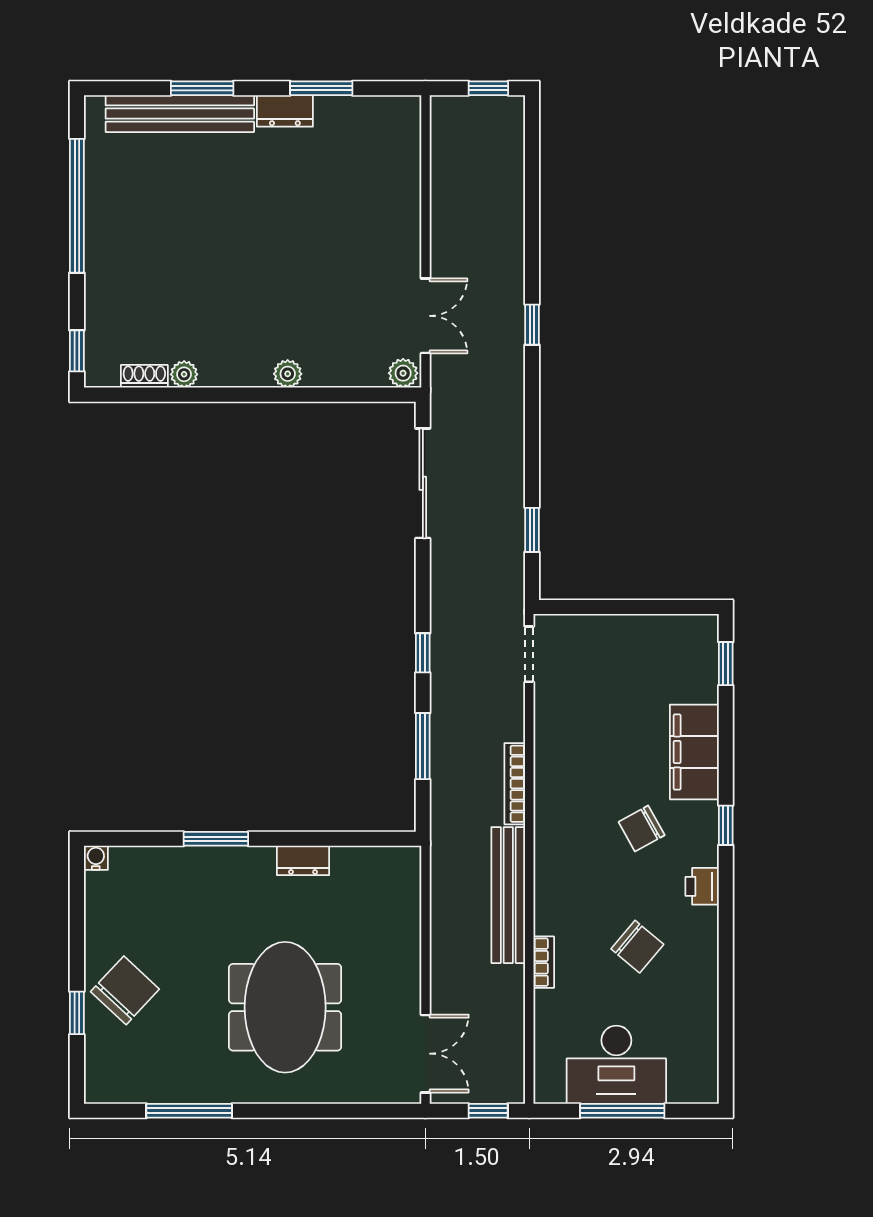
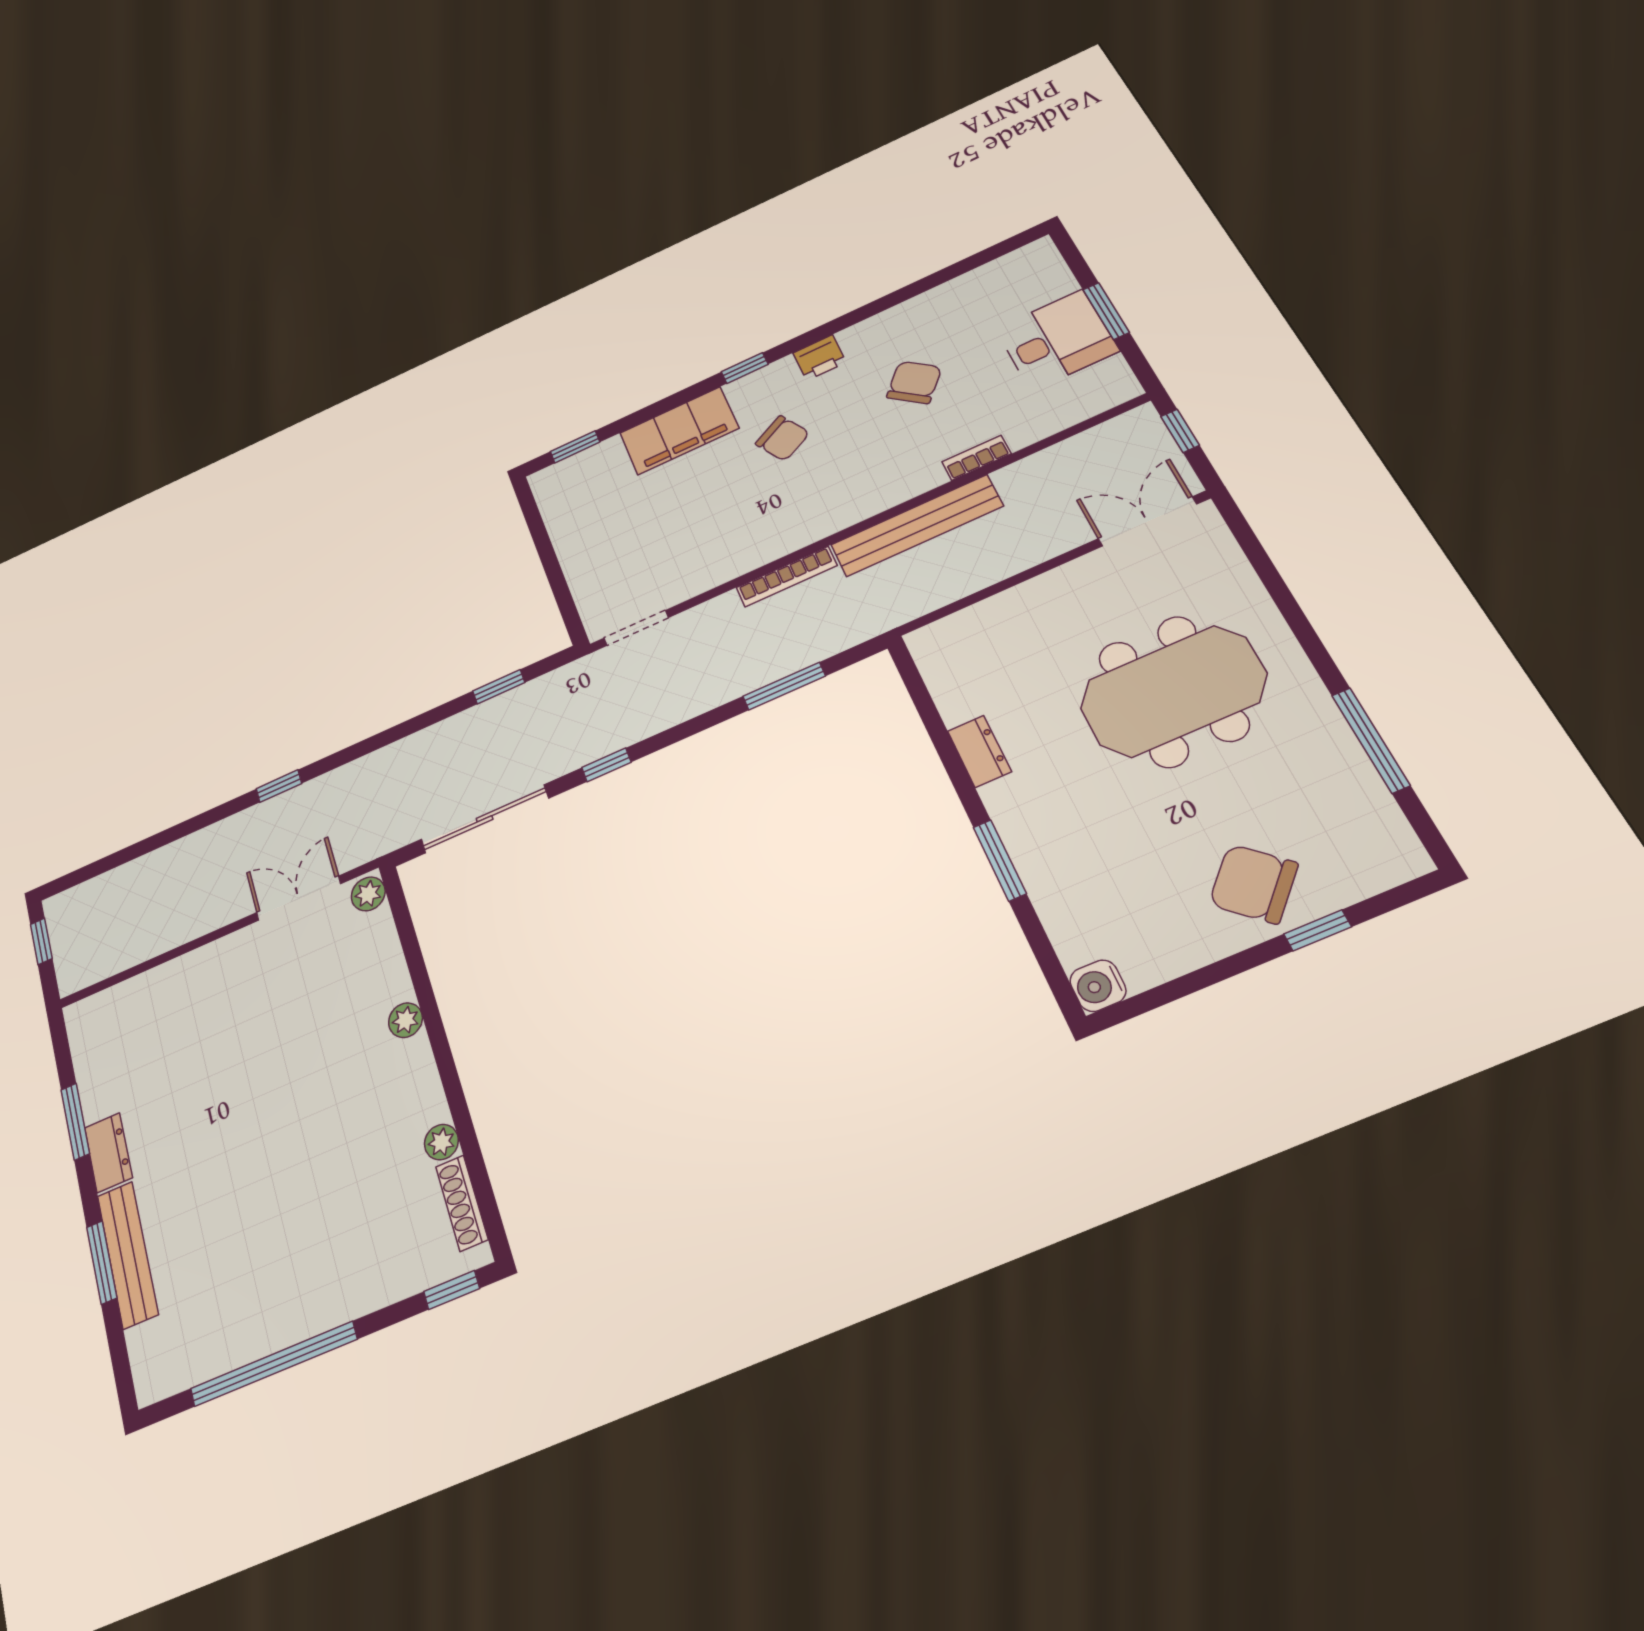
bench: (180, 114) -> (128, 1255), width x0.73, depth x0.82
shoe rack: (144, 376) -> (462, 1203), width x1.43
window: (423, 653) -> (606, 765), moved
water cooler: (96, 858) -> (1098, 986), width x1.38, depth x1.38
desk: (616, 1065) -> (1057, 340), width x0.73
window: (622, 1111) -> (1106, 311), width x0.69

